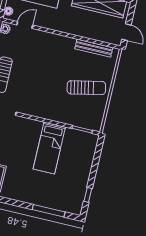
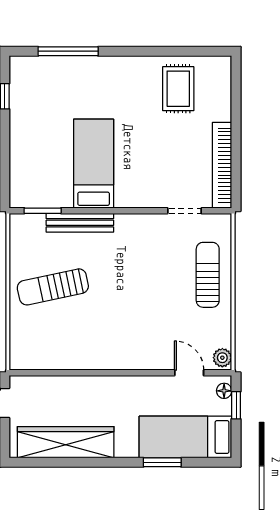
door: (25, 25) -> (189, 373), swing flipped
bench: (94, 48) -> (80, 223), moved

